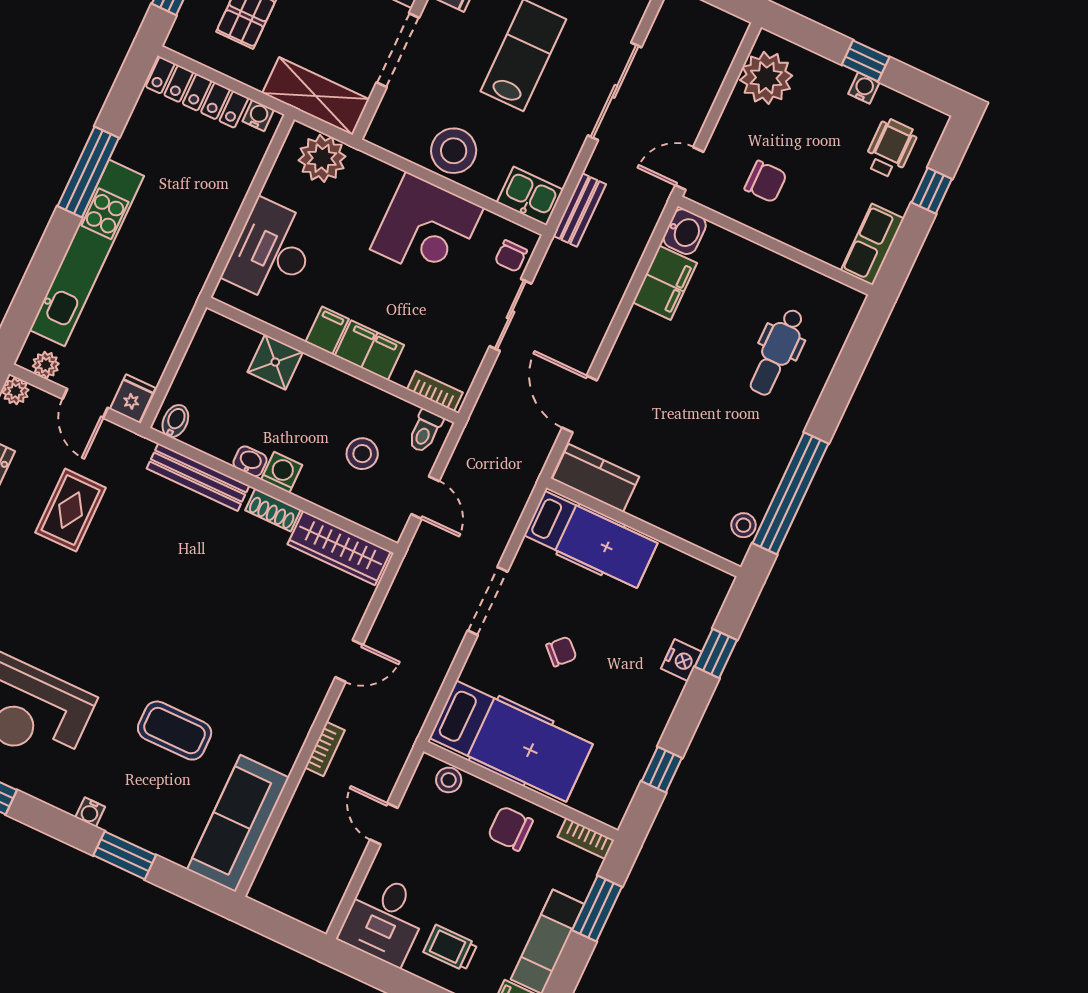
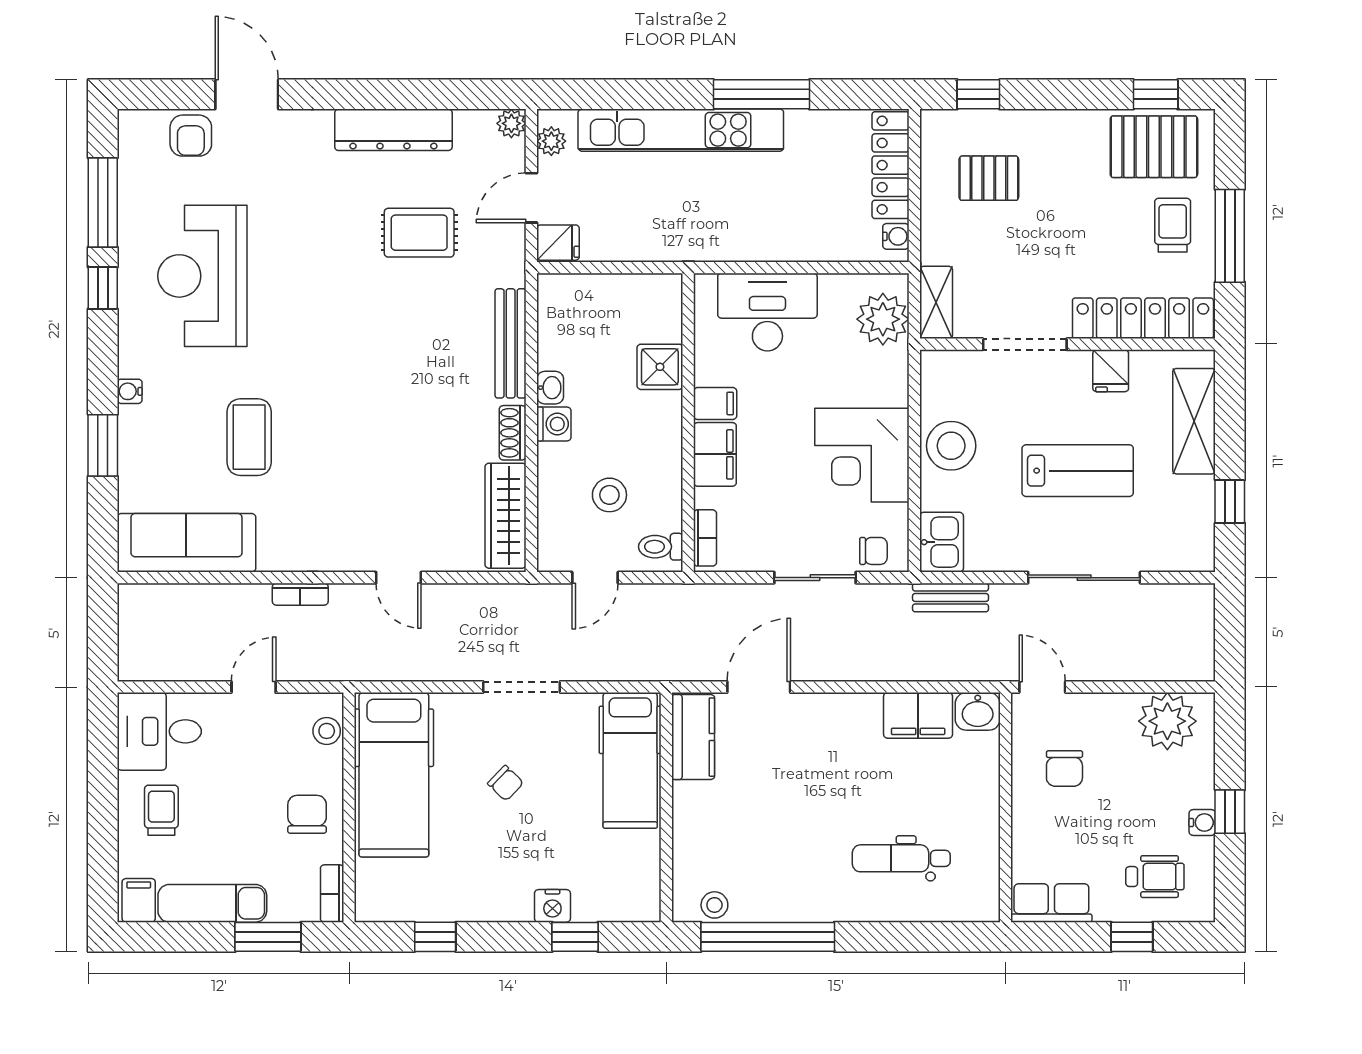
shelving: (316, 96) -> (936, 302), width x0.67, depth x0.75
chair: (511, 256) -> (873, 551), turned 180
bidet: (175, 421) -> (555, 295), removed

